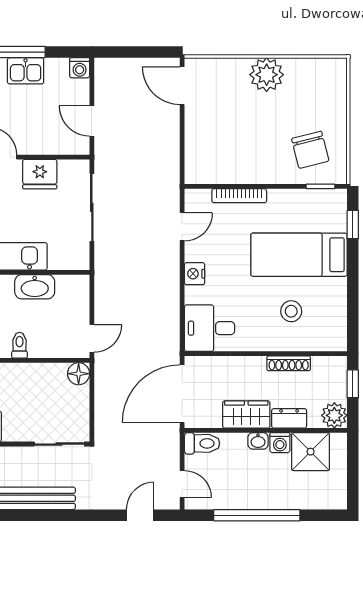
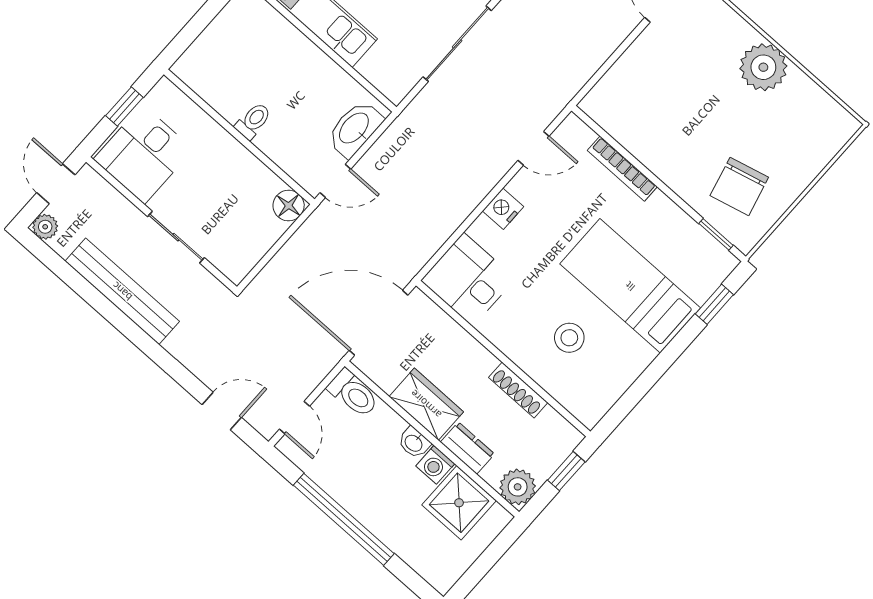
washbasin: (35, 287) -> (355, 129), moved, turned 90
sliding door: (59, 444) -> (176, 237), moved

